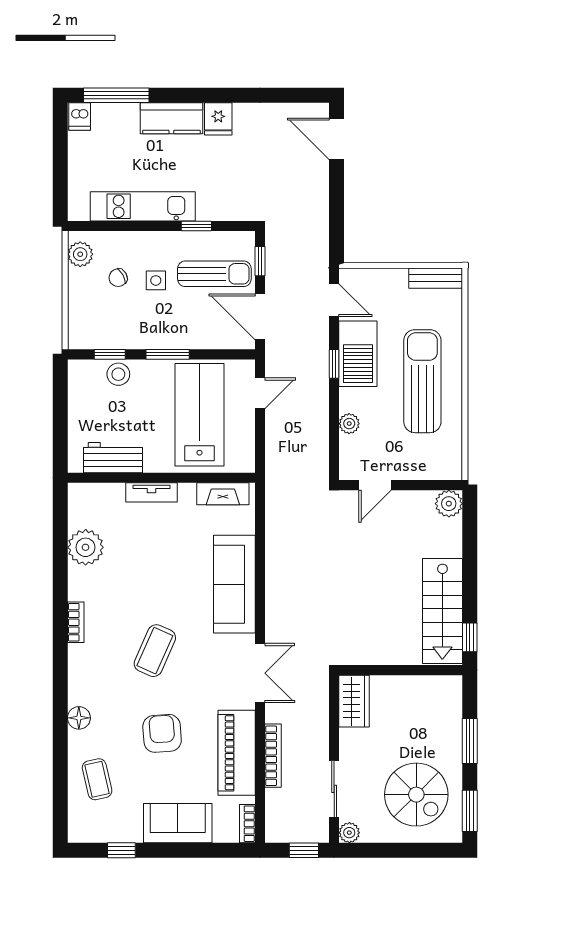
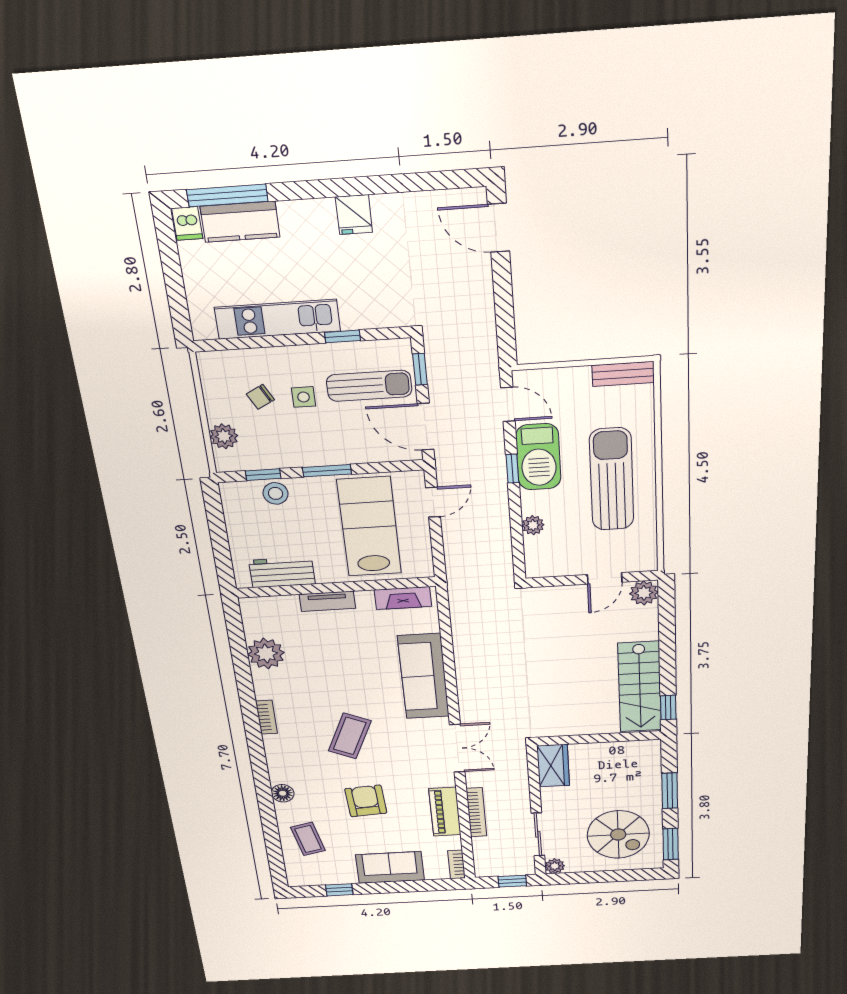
kitchen counter: (171, 118) -> (240, 222), moved
plant: (80, 254) -> (224, 436), moved
door: (375, 485) -> (605, 578), moved
piano: (237, 753) -> (445, 812), width x0.73, depth x0.75

